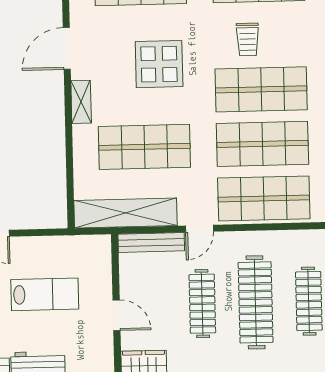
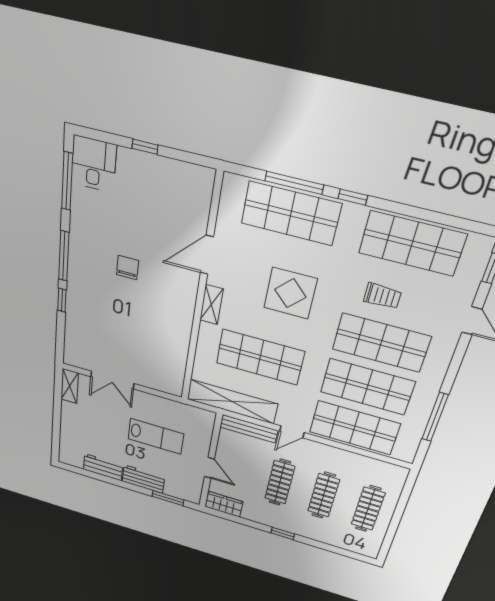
trolley: (248, 39) -> (382, 296), turned -90
clothes rail: (256, 302) -> (324, 495), width x0.73, depth x0.76

